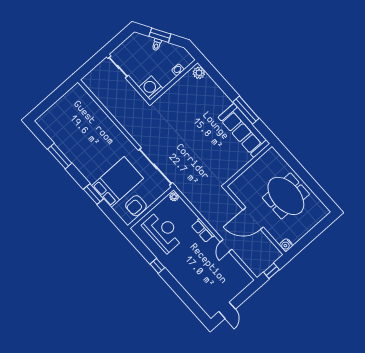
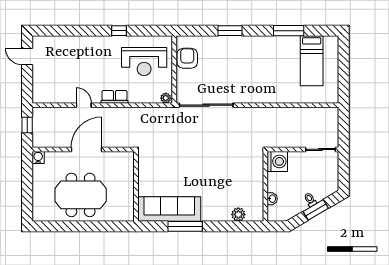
plant: (199, 73) -> (238, 214), moved
bed: (118, 182) -> (312, 61), moved, width x0.67

